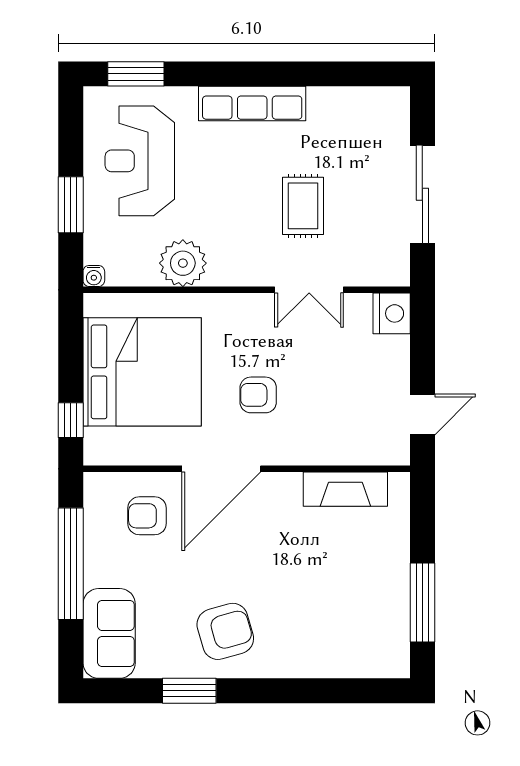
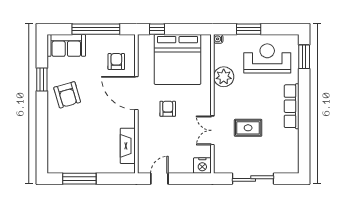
door: (422, 414) -> (159, 179), swing flipped

